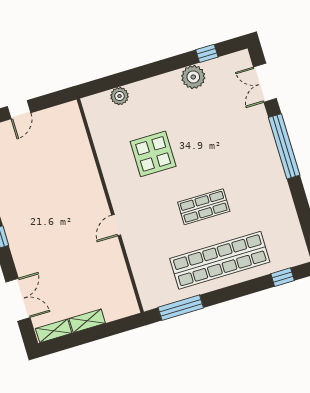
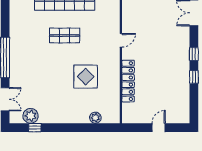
plant: (193, 77) -> (31, 116), moved
locker: (87, 166) -> (128, 81), added

